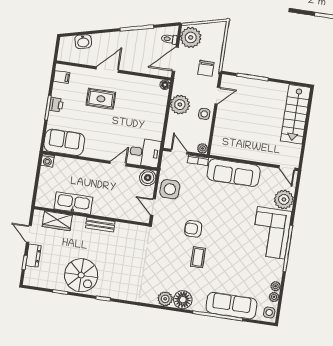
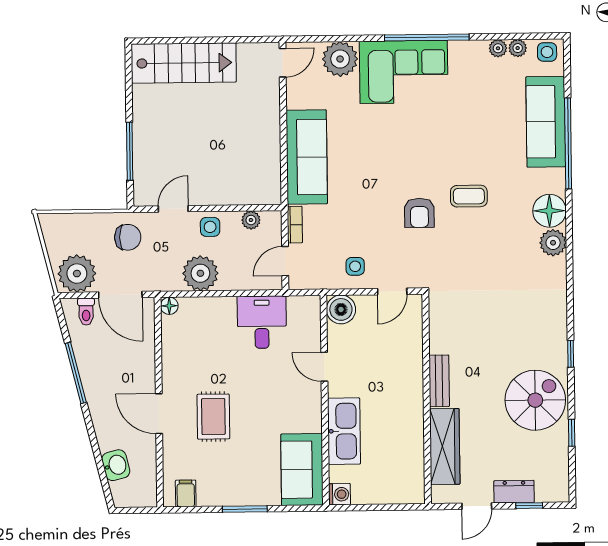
door: (217, 96) -> (173, 209), hinge flipped
printer: (56, 105) -> (237, 495), removed
plant: (203, 148) -> (251, 220), moved
desk: (145, 153) -> (262, 322), moved
side table: (170, 189) -> (355, 266), width x0.54, depth x0.54
kitchen sink: (73, 203) -> (344, 431), moved, turned 180
wardrobe: (57, 221) -> (445, 446), width x1.50

